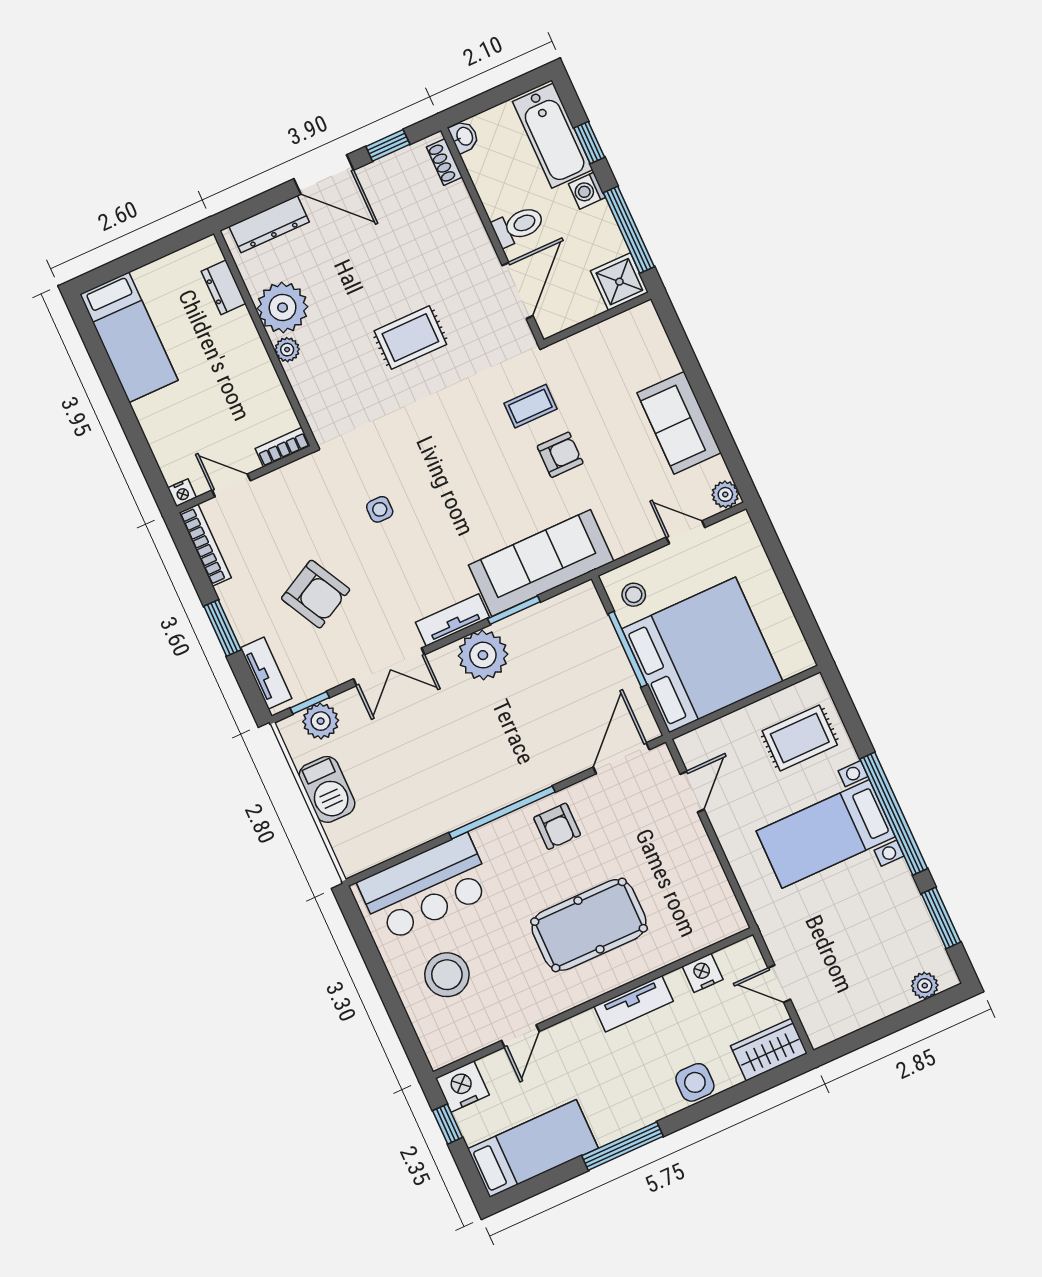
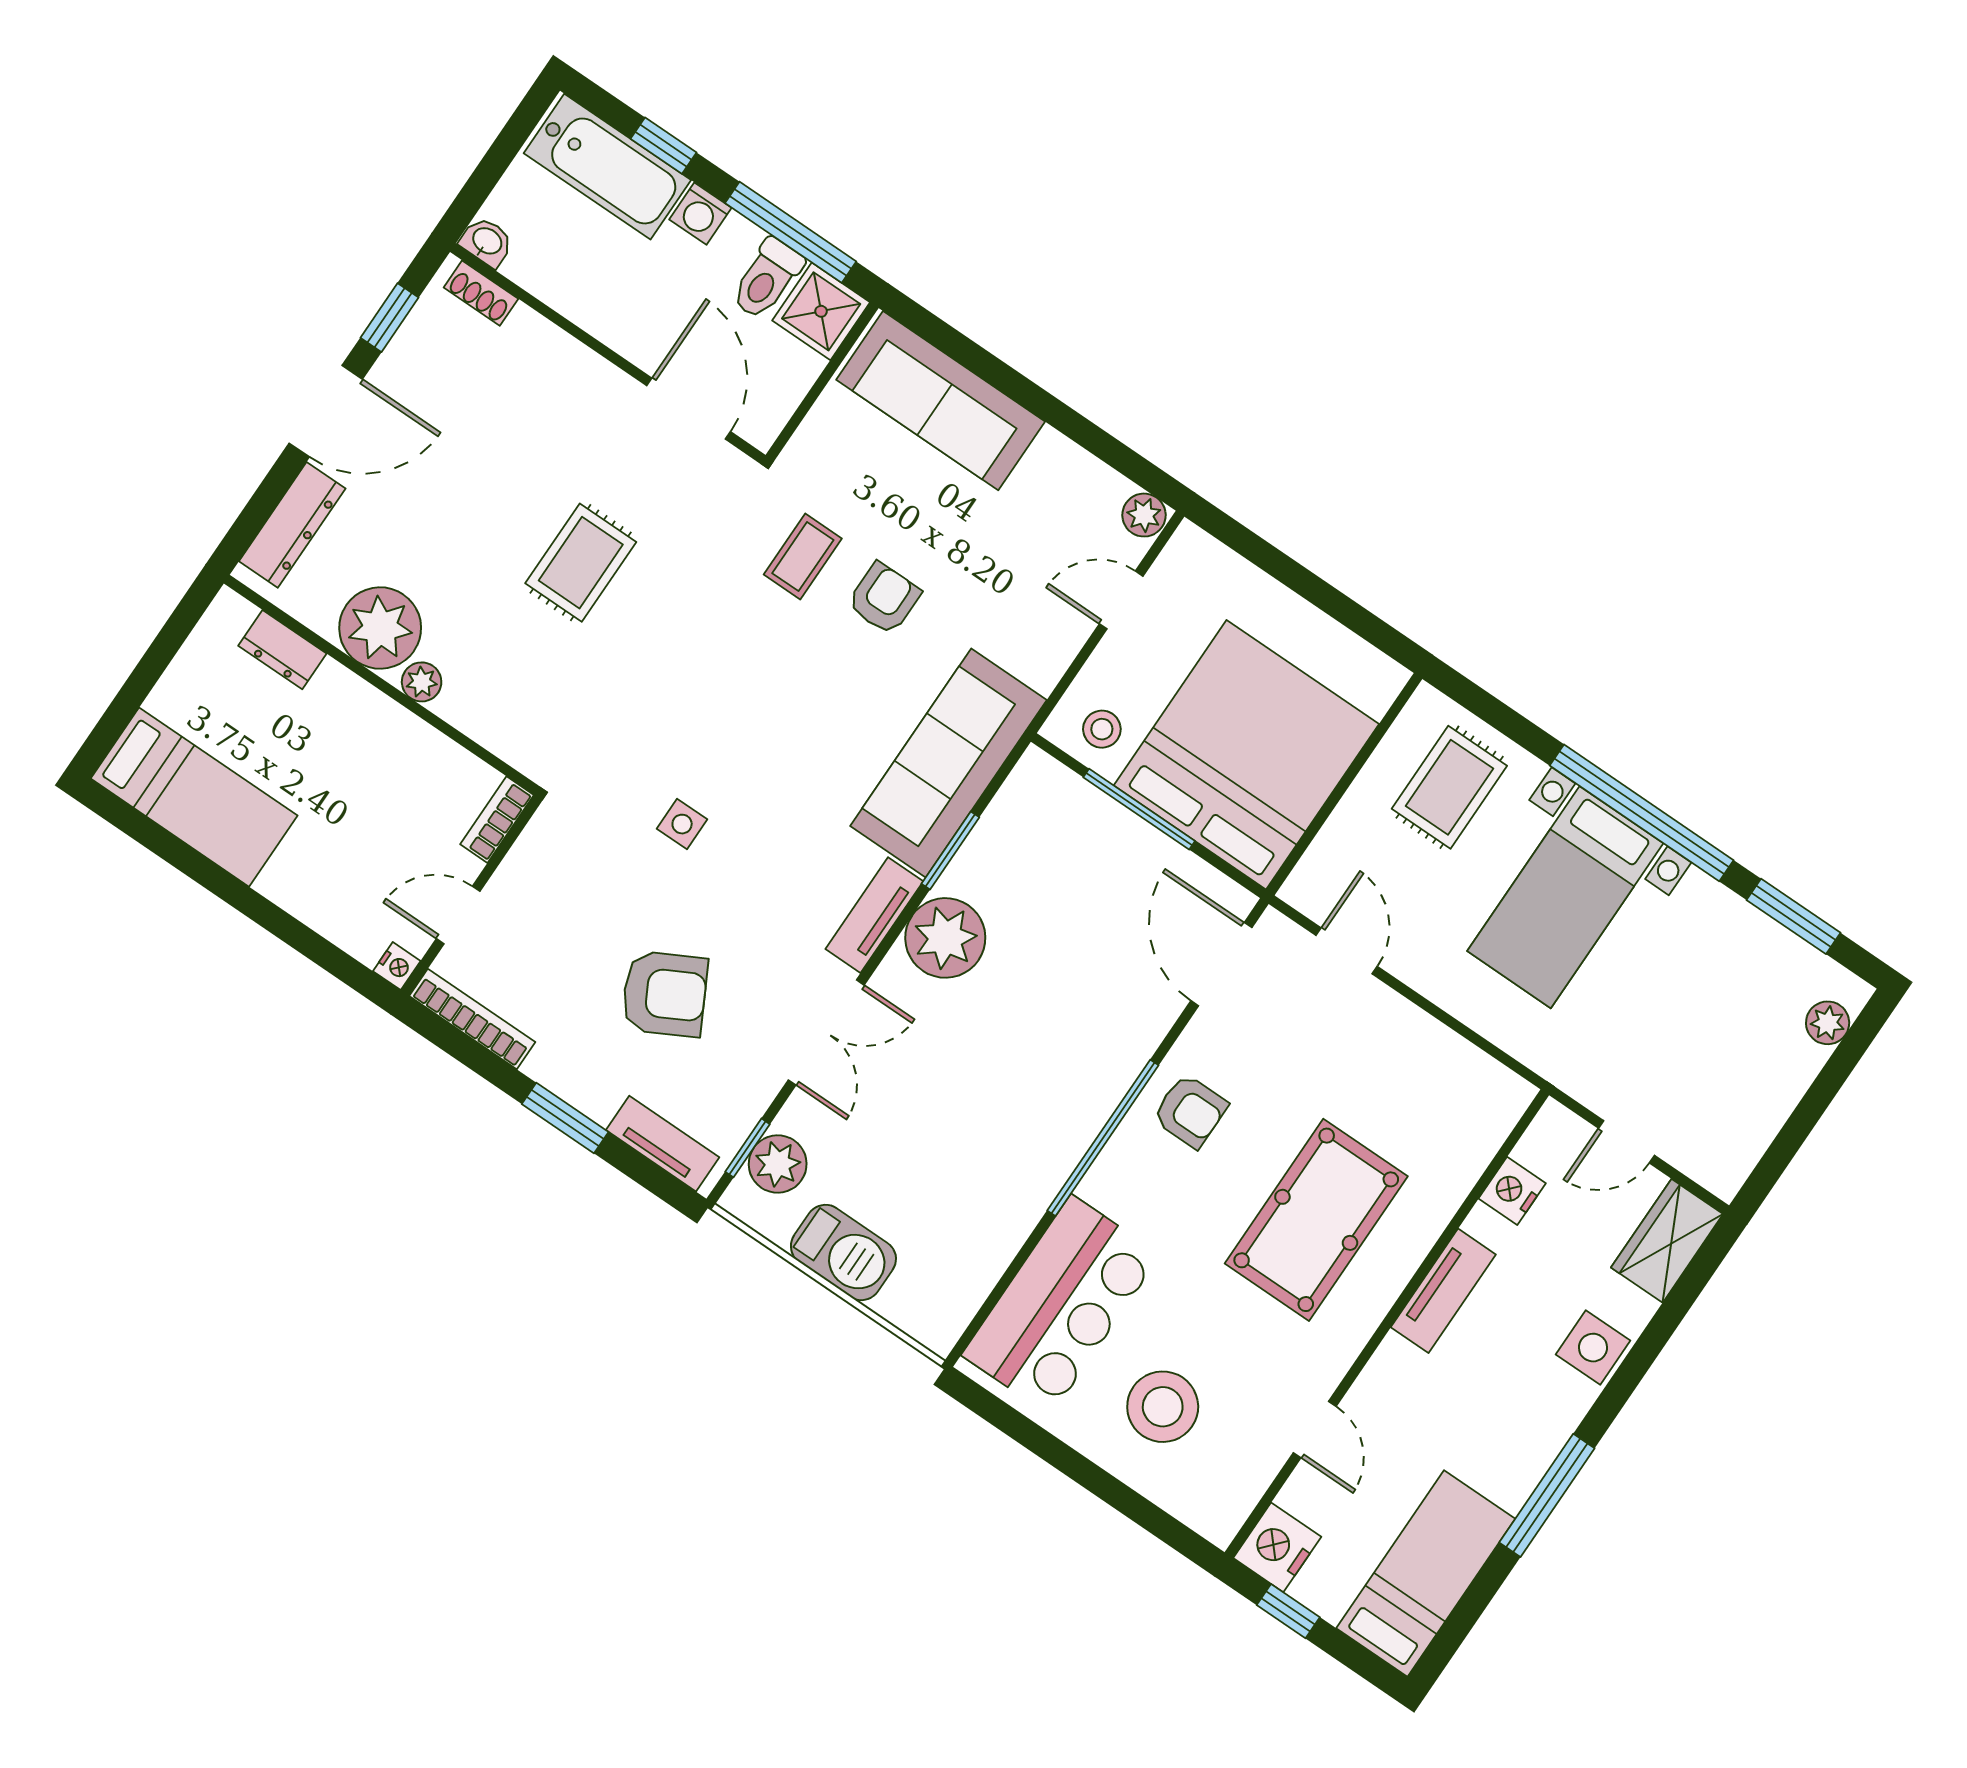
toilet: (518, 226) -> (767, 279), moved, turned 180
sofa: (679, 423) -> (941, 401), moved, width x1.36

